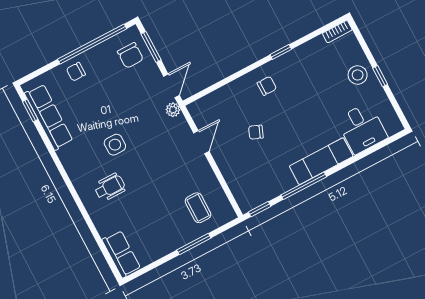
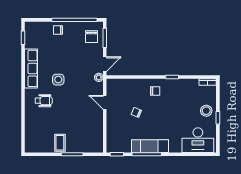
row of seats: (49, 117) -> (31, 68), moved
desk: (362, 128) -> (198, 140), width x1.37
door: (201, 142) -> (105, 102), swing flipped
exam couch: (321, 161) -> (150, 146), moved
coffee table: (198, 208) -> (60, 143), moved
row of seats: (121, 254) -> (31, 139), removed

